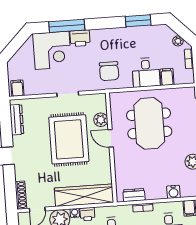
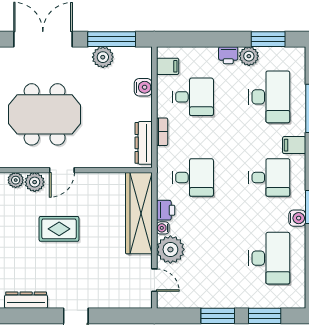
plant: (101, 106) -> (16, 180), added
rug: (69, 139) -> (59, 229), width x0.54, depth x0.49
shoe rack: (21, 195) -> (132, 302), removed
dresser: (134, 195) -> (144, 143), width x1.44

